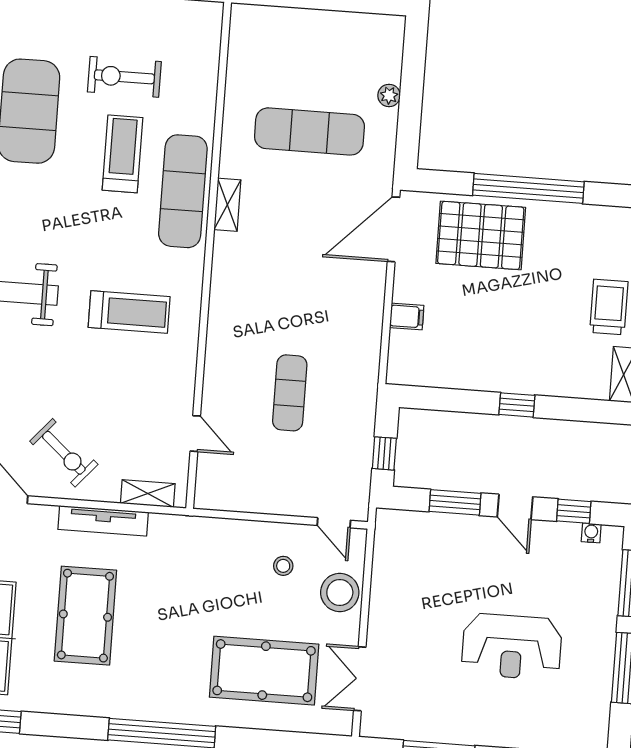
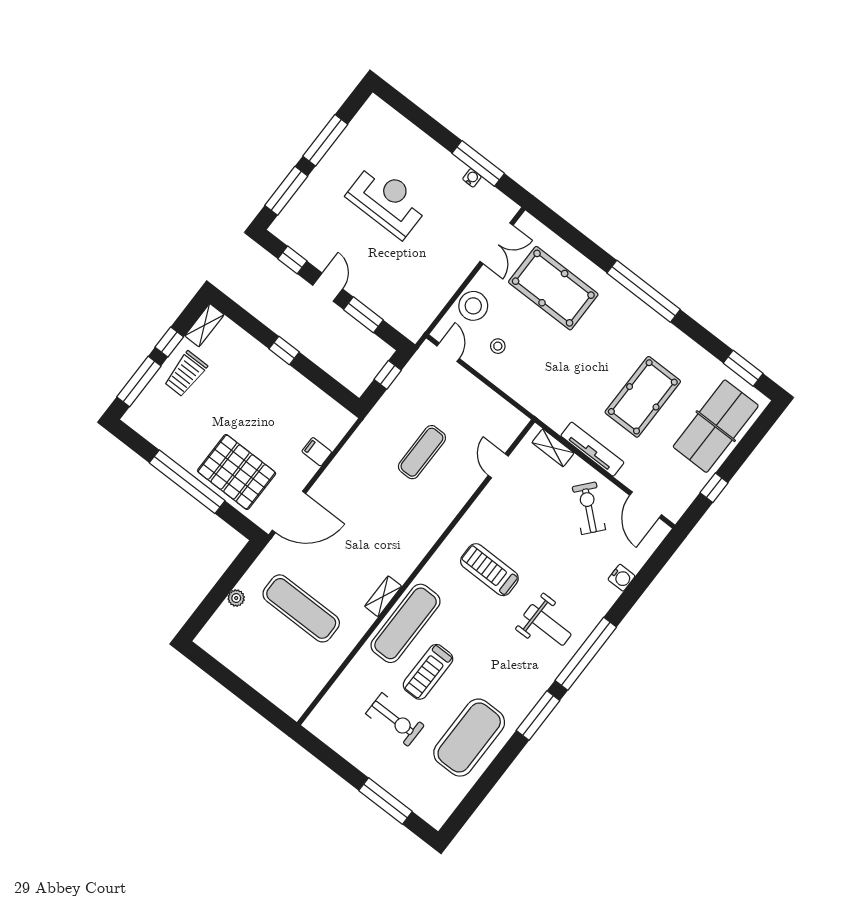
water cooler: (591, 533) -> (472, 178), moved, turned 180

